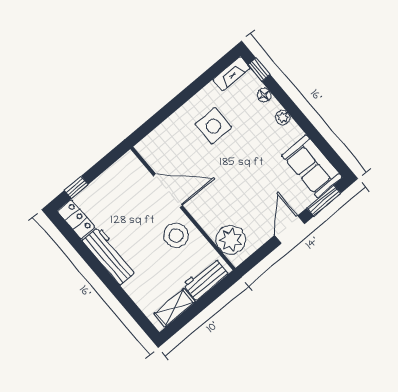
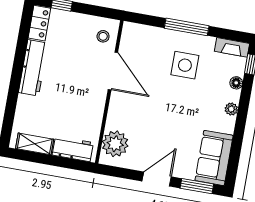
window: (182, 98) -> (187, 27), added
stool: (176, 235) -> (103, 36), moved, width x0.53, depth x0.53

